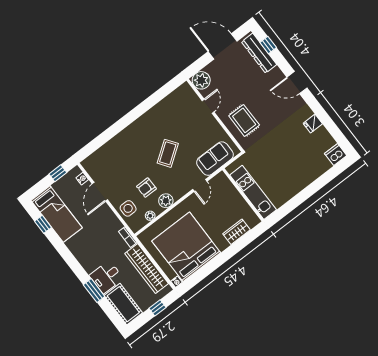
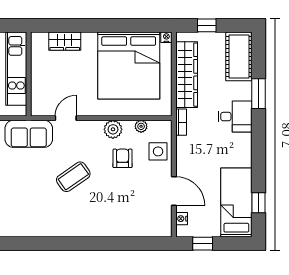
armchair: (146, 188) -> (123, 158), turned -90
door: (100, 192) -> (174, 191), hinge flipped
desk: (106, 277) -> (235, 117), moved

